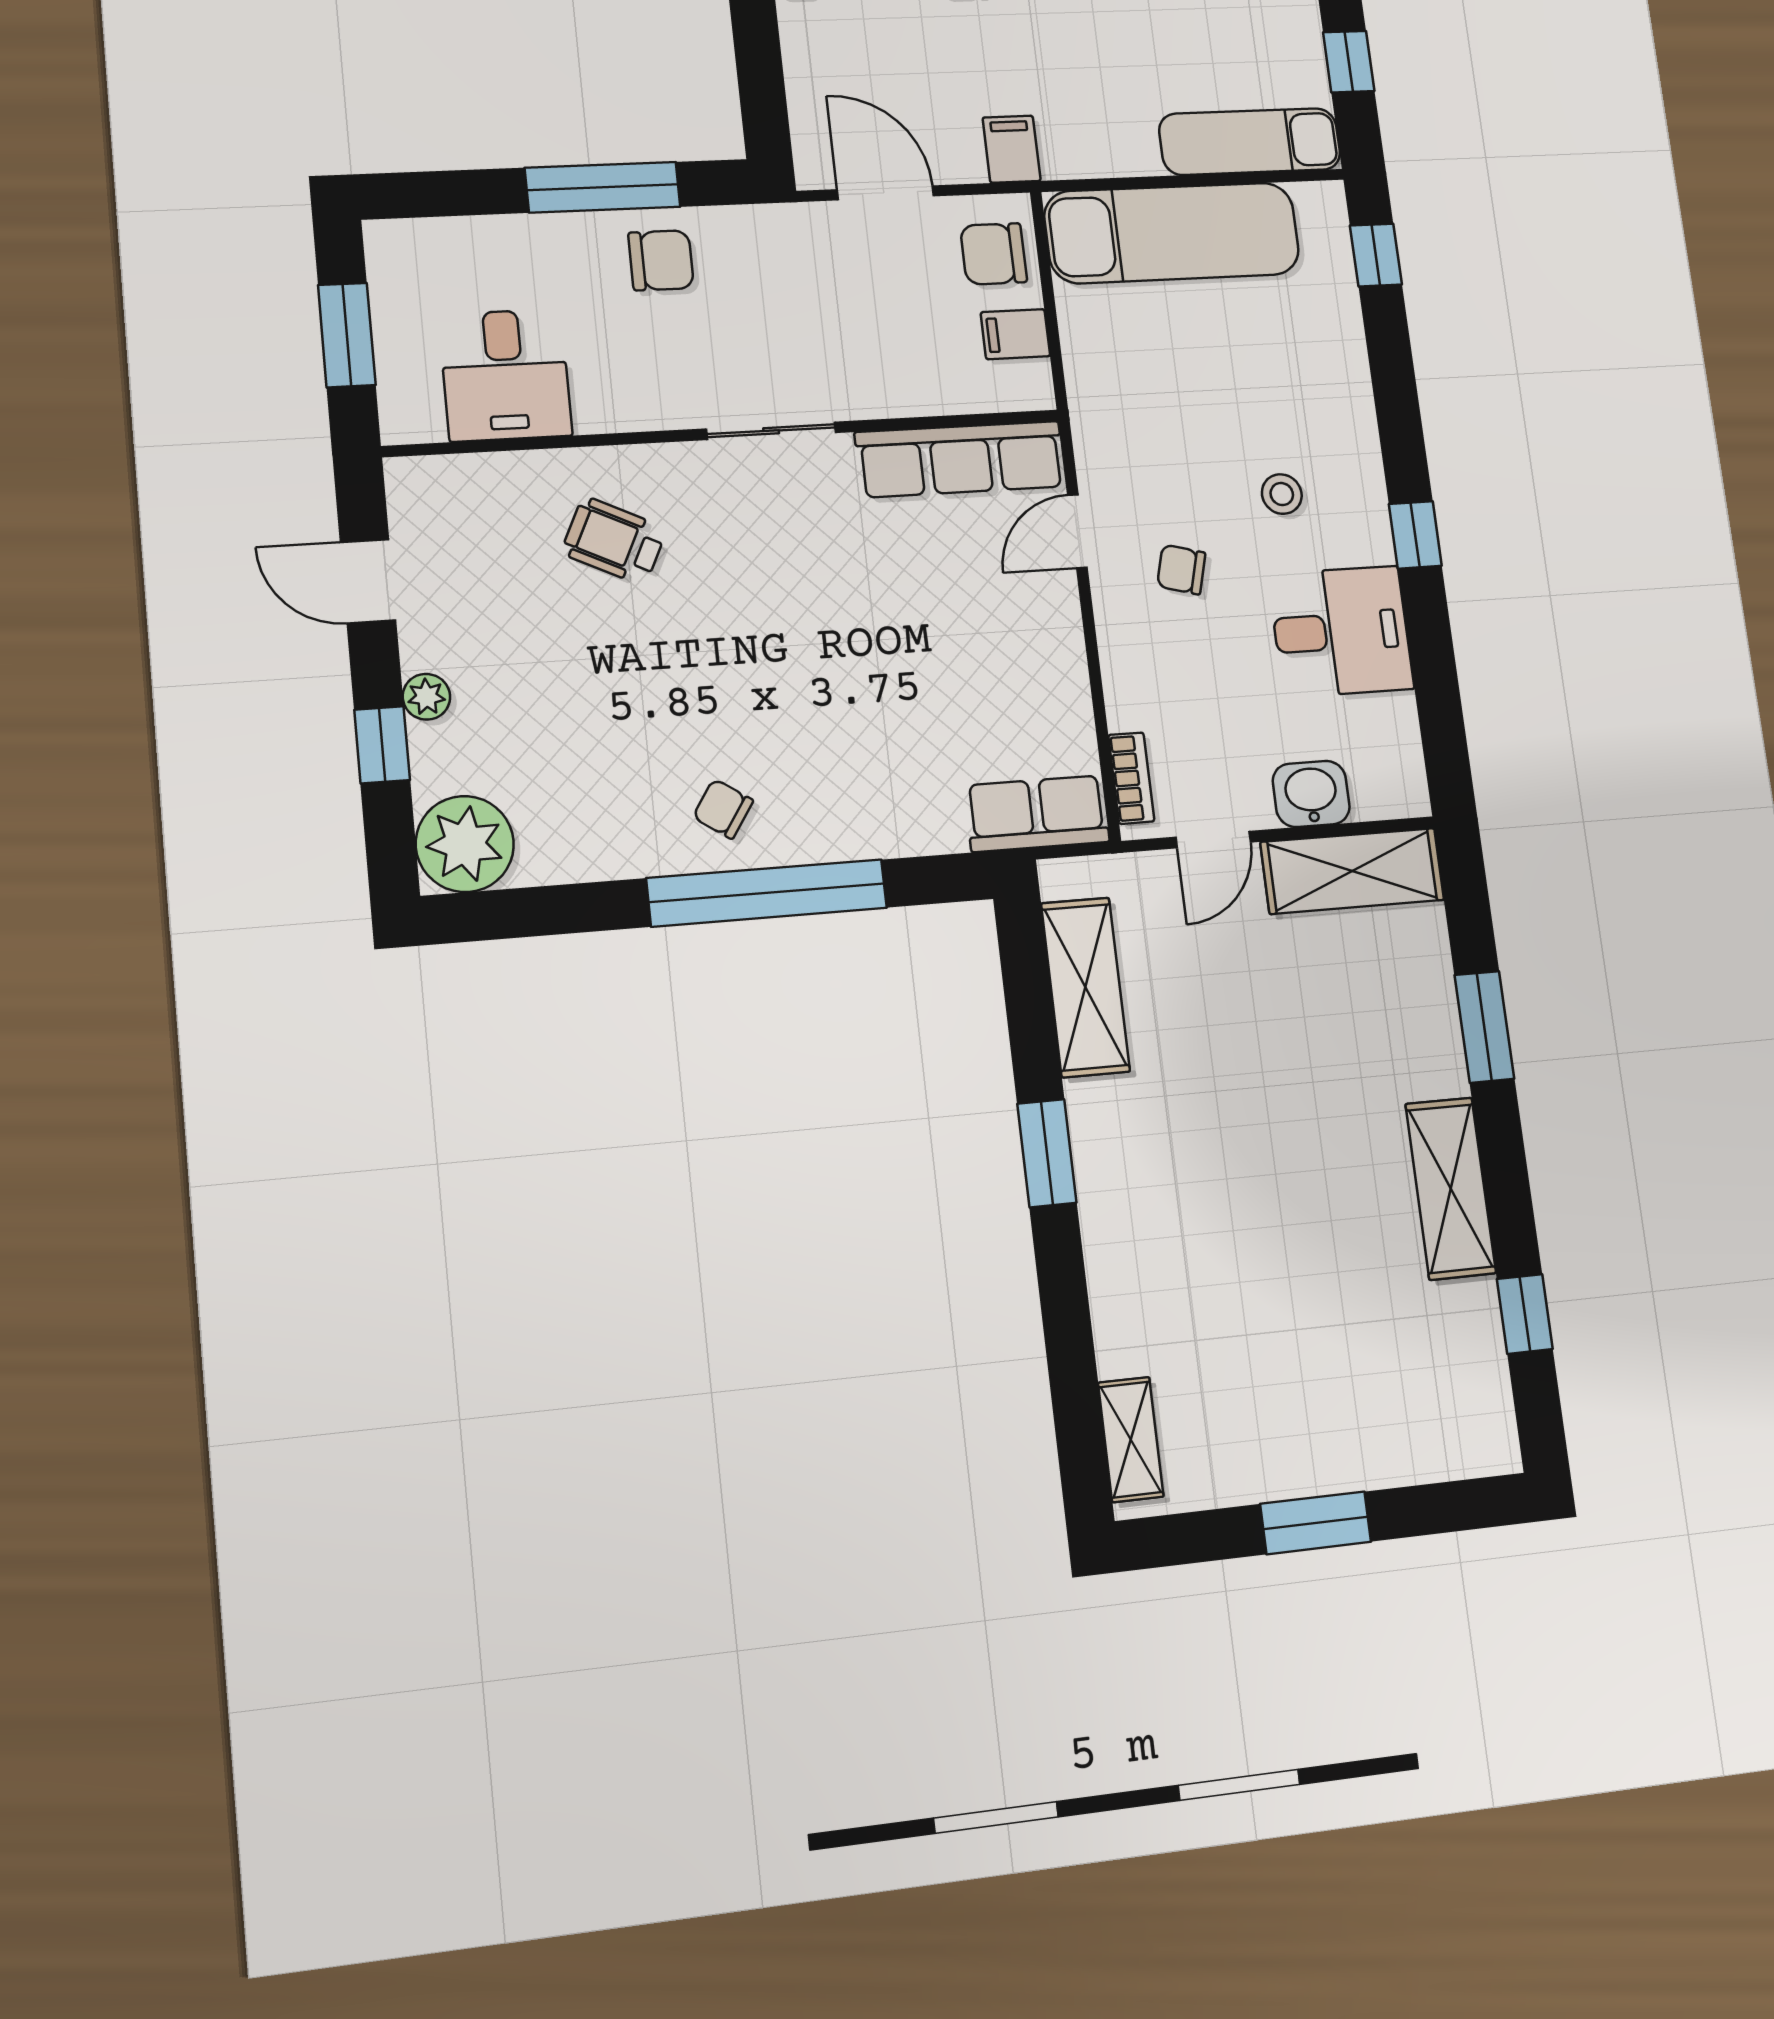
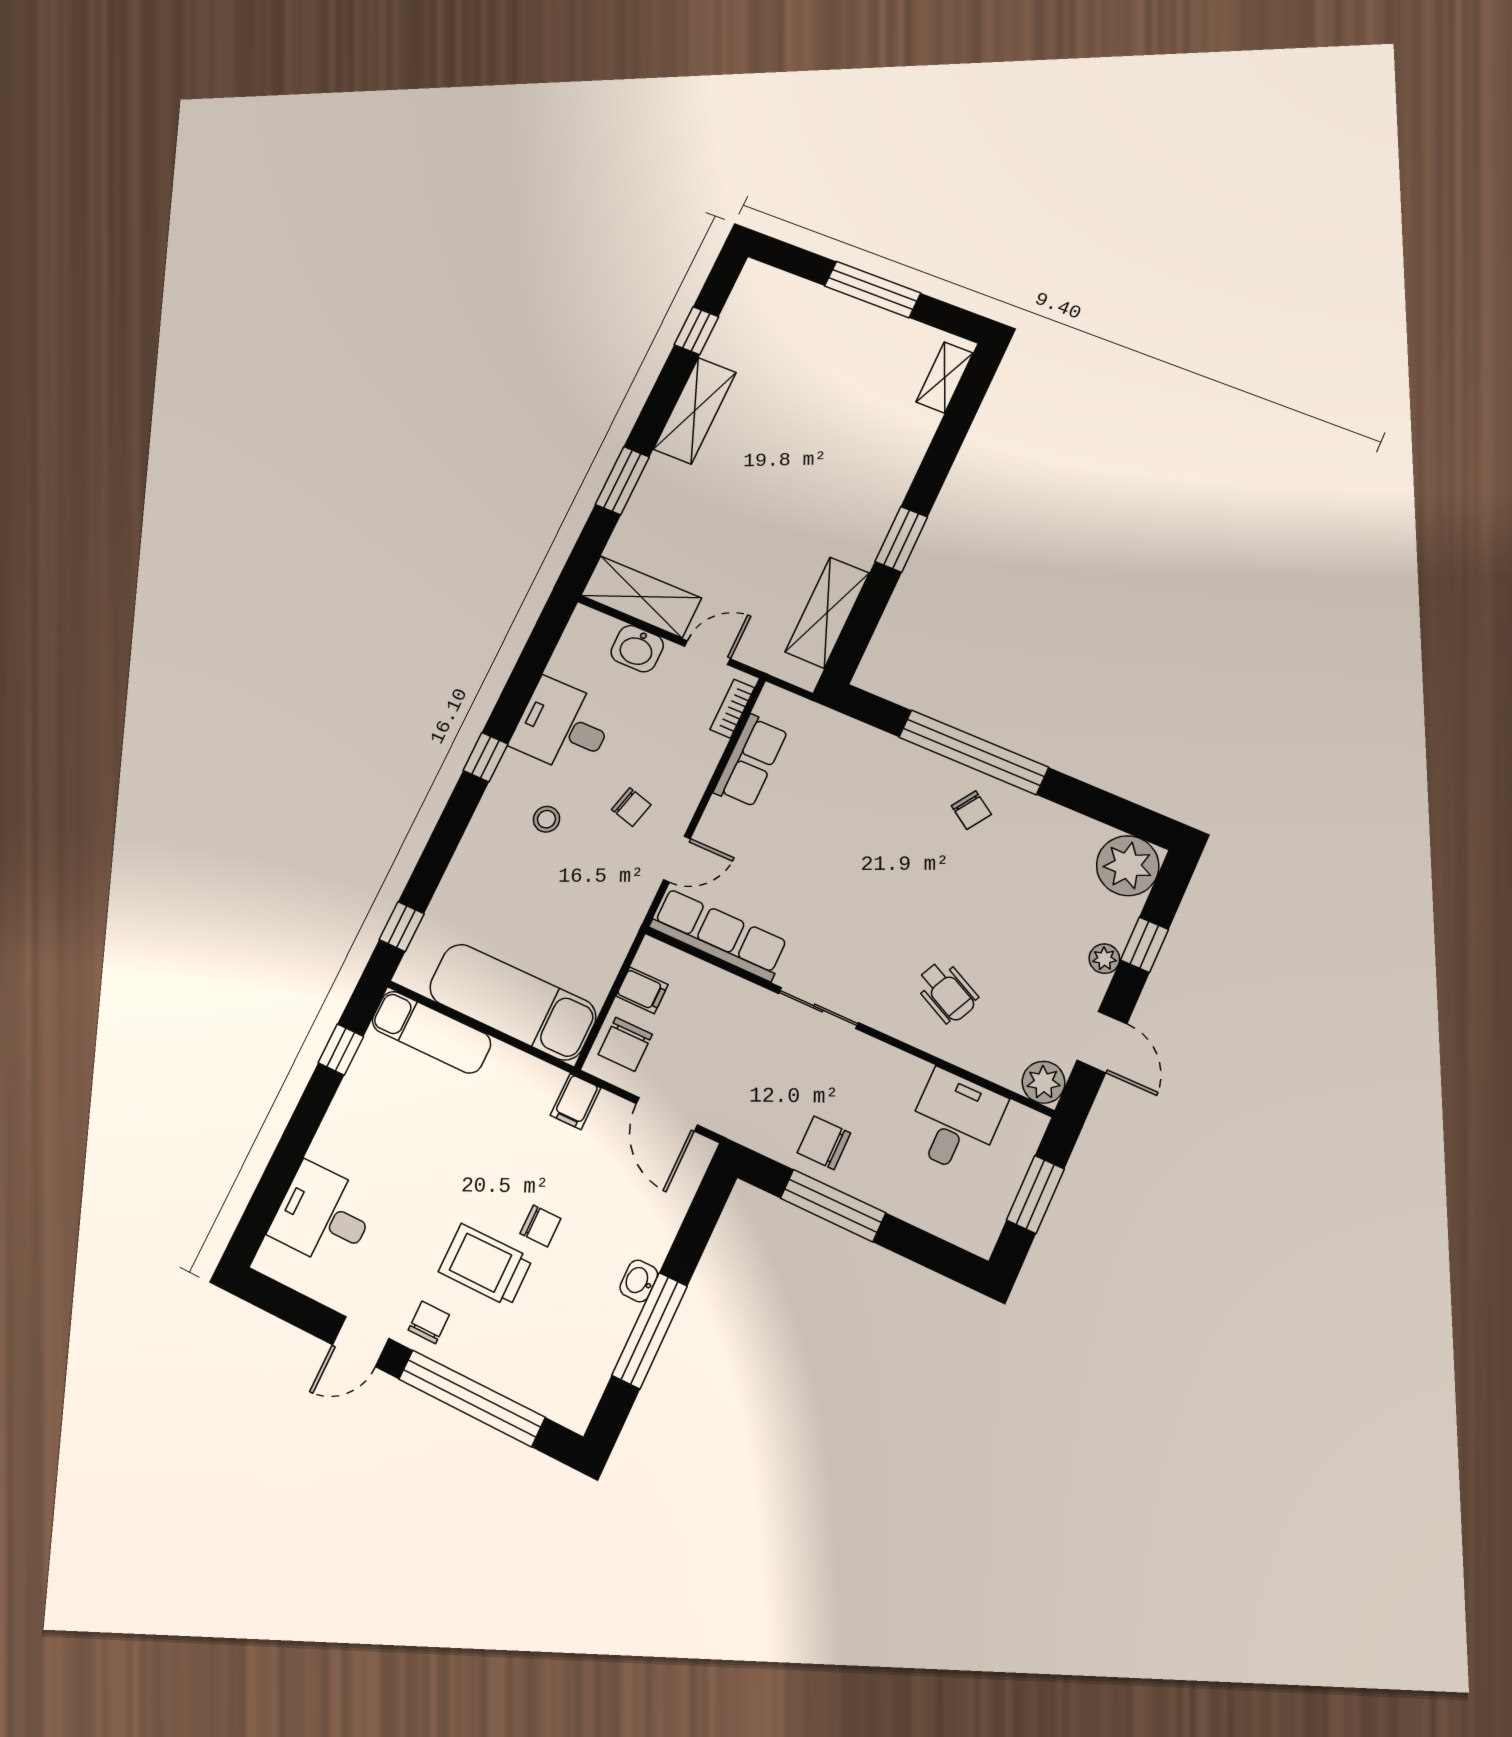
chair: (994, 254) -> (625, 1044), turned 90
plant: (417, 487) -> (1043, 1082), added
row of seats: (1037, 814) -> (751, 761), moved, turned -90
window: (1316, 1523) -> (872, 289), width x1.44

